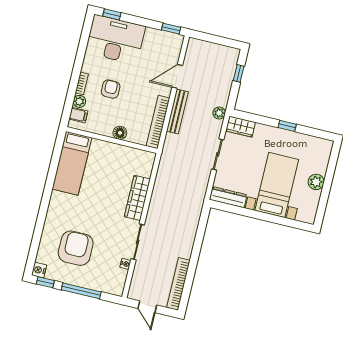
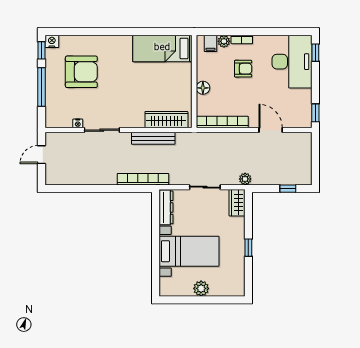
bench: (177, 111) -> (153, 138), moved
wardrobe: (137, 198) -> (166, 120), moved
bookcase: (178, 284) -> (143, 179), moved

